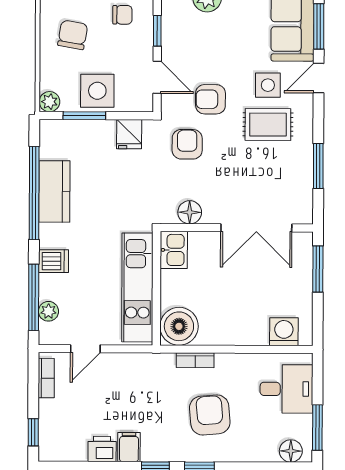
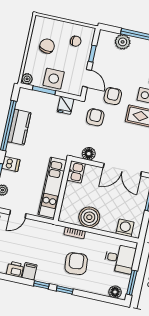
armchair: (210, 99) -> (113, 96), turned 90
boiler: (179, 326) -> (89, 217), moved

